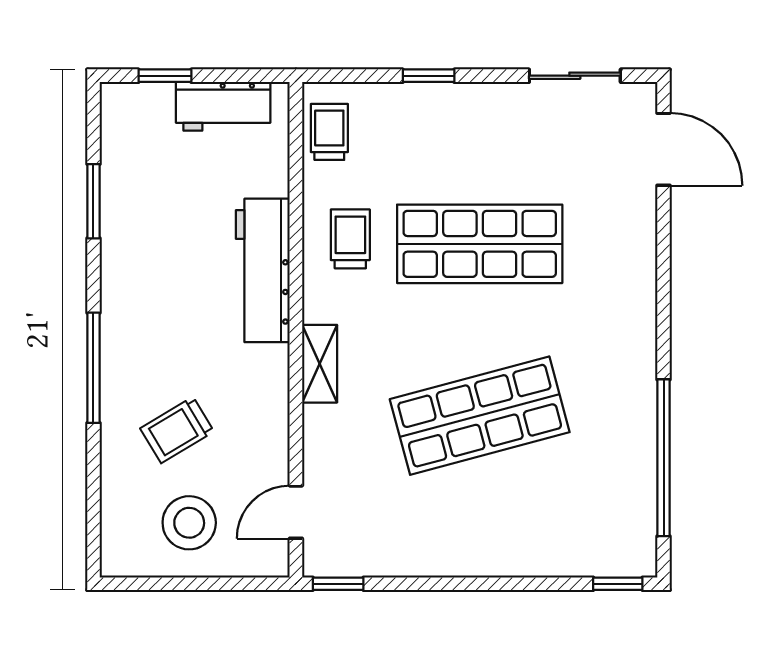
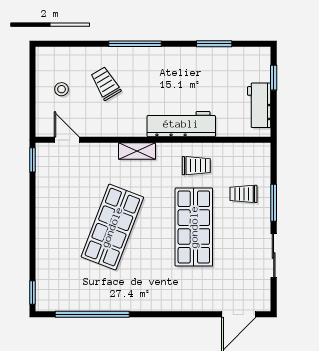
window: (429, 76) -> (274, 203), width x1.50
sliding door: (575, 76) -> (274, 256), moved
trolley: (329, 132) -> (243, 194), moved, turned 180
shop shelf: (480, 416) -> (112, 227), turned 36
stool: (189, 523) -> (62, 89), width x0.53, depth x0.53

